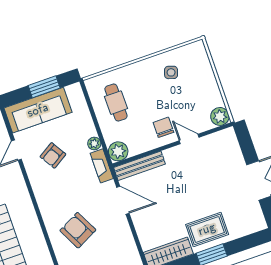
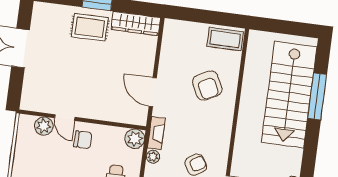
plant: (220, 116) -> (44, 126), moved
chair: (163, 127) -> (83, 140), turned -90
bench: (140, 166) -> (122, 116), removed

